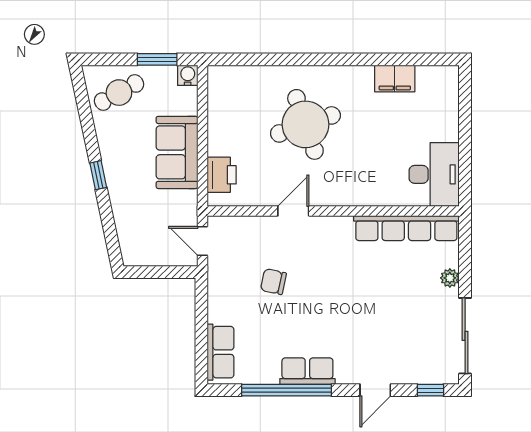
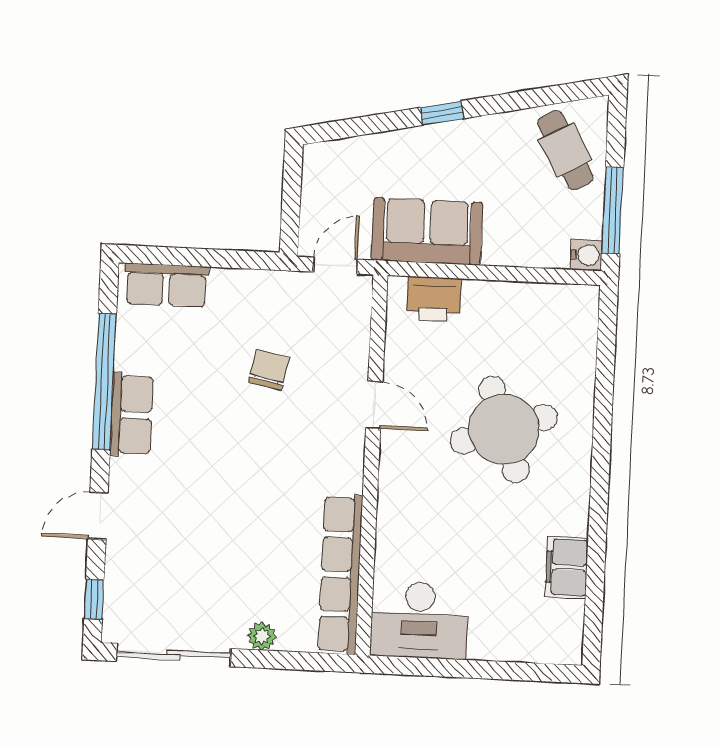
window: (157, 59) -> (613, 210), width x1.44
sofa: (177, 152) -> (427, 231), moved
door: (375, 390) -> (98, 516), hinge flipped

